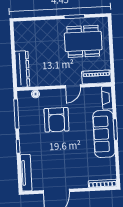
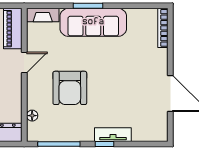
door: (73, 86) -> (24, 63), hinge flipped
armchair: (56, 120) -> (70, 88), turned 90
tv unit: (26, 173) -> (113, 135), moved, width x0.71

